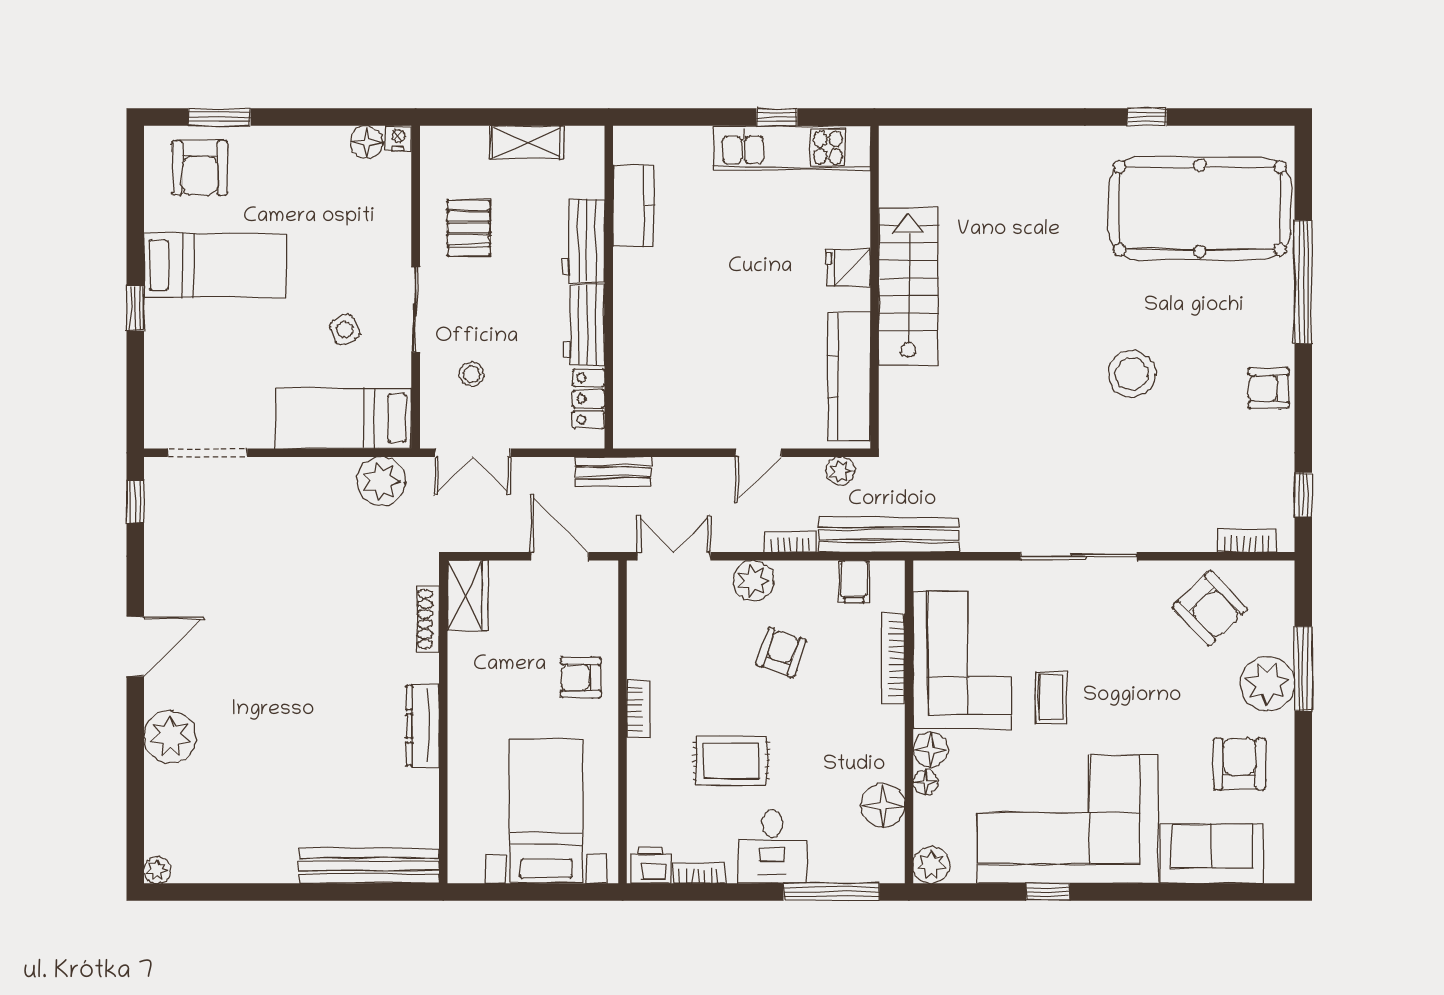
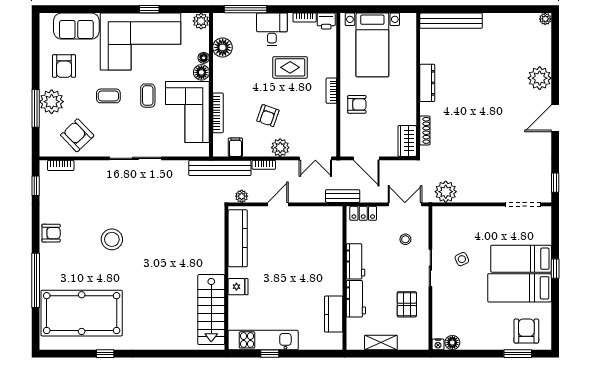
stairs: (908, 287) -> (211, 310), moved
locker: (589, 399) -> (363, 213), moved, turned 90
bed: (344, 418) -> (521, 259), moved, turned 180
coffee table: (1140, 697) -> (108, 96), added

